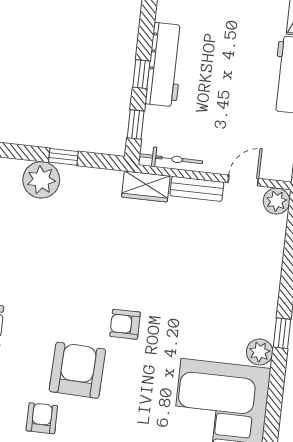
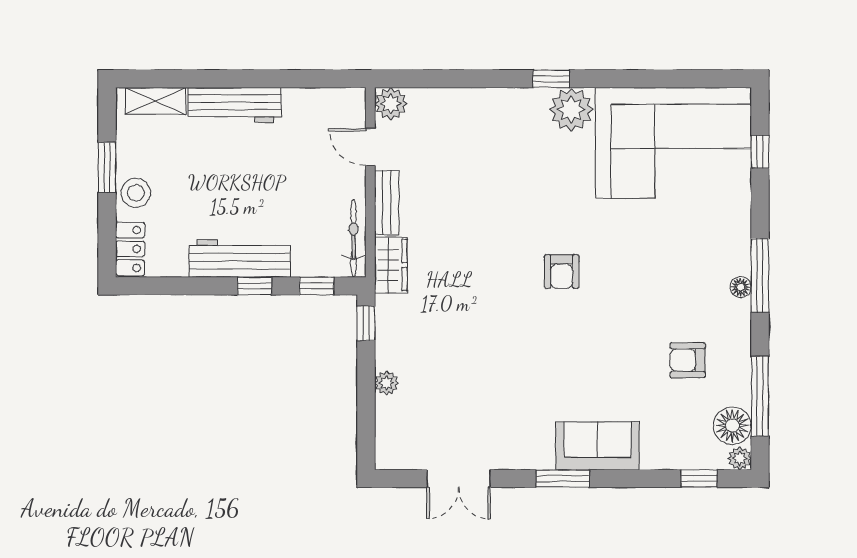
window: (63, 157) -> (366, 323), moved
plant: (41, 180) -> (387, 383), width x0.53, depth x0.53
plant: (260, 352) -> (571, 109), width x1.36, depth x1.36
armchair: (77, 370) -> (624, 323), removed

